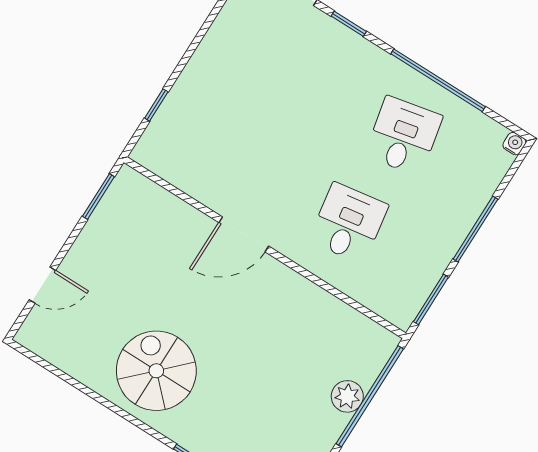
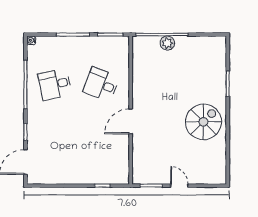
desk: (348, 223) -> (101, 84), turned 30
door: (244, 234) -> (131, 121), swing flipped
door: (42, 285) -> (179, 186), moved
spiral stairs: (156, 371) -> (203, 122), turned 180

